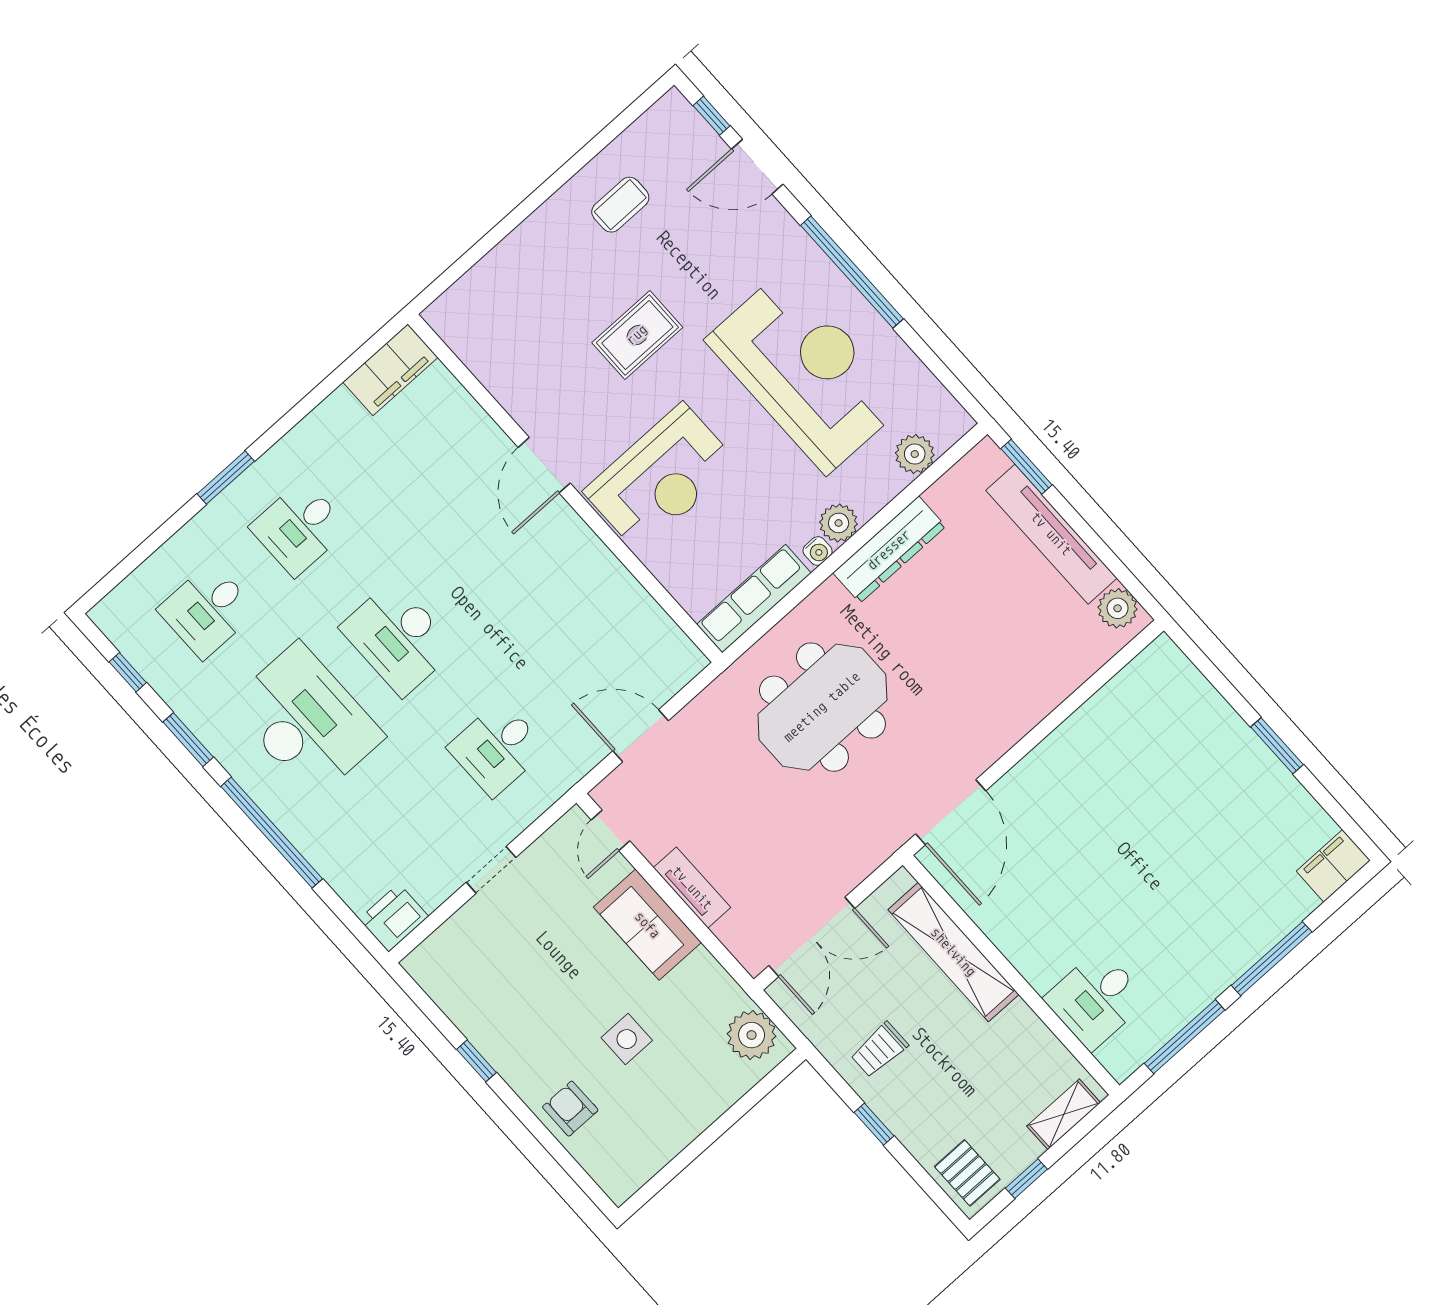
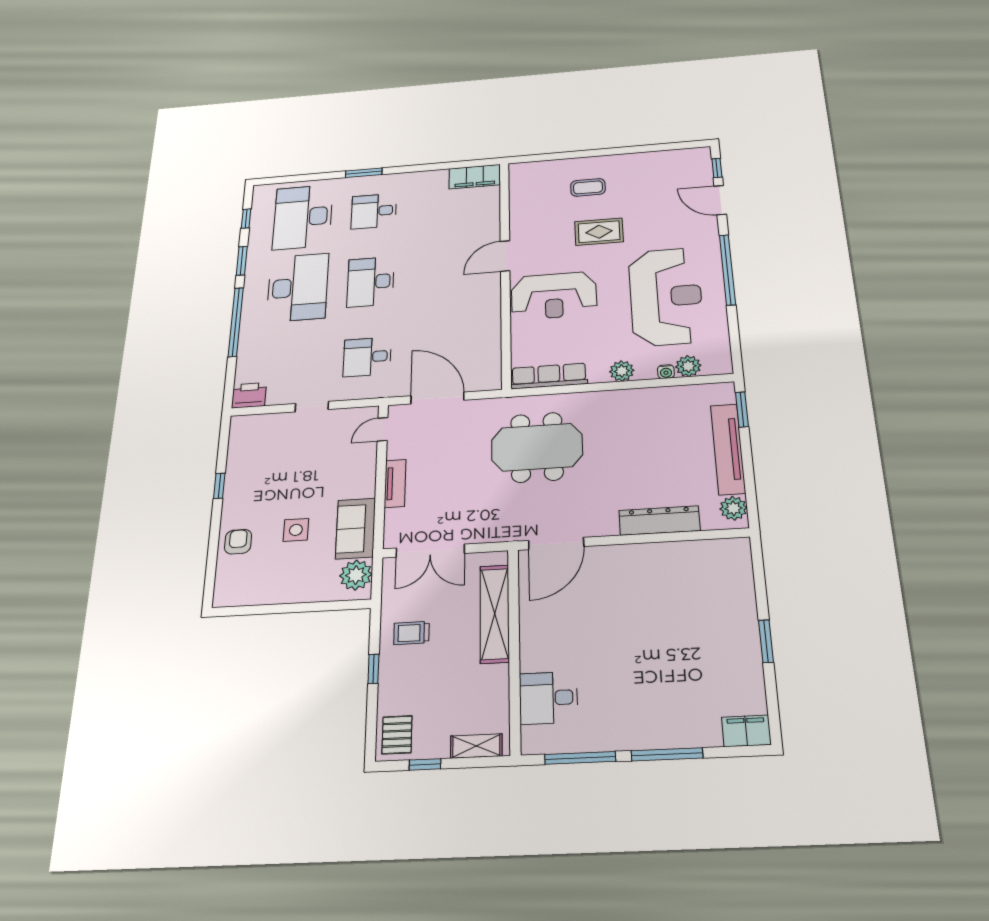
coffee table: (620, 205) -> (588, 187), moved
dresser: (889, 550) -> (659, 521), moved, turned 180
water cooler: (818, 551) -> (666, 372), moved
desk: (207, 610) -> (303, 217), width x1.87, depth x1.30
door: (641, 736) -> (437, 398), width x1.36
sofa: (647, 925) -> (356, 528), moved

